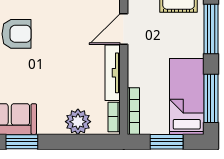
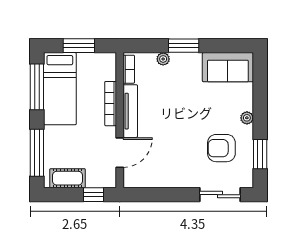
bookcase: (133, 111) -> (111, 104), moved
plant: (78, 122) -> (163, 59), width x0.53, depth x0.53
window: (22, 142) -> (184, 46), moved

